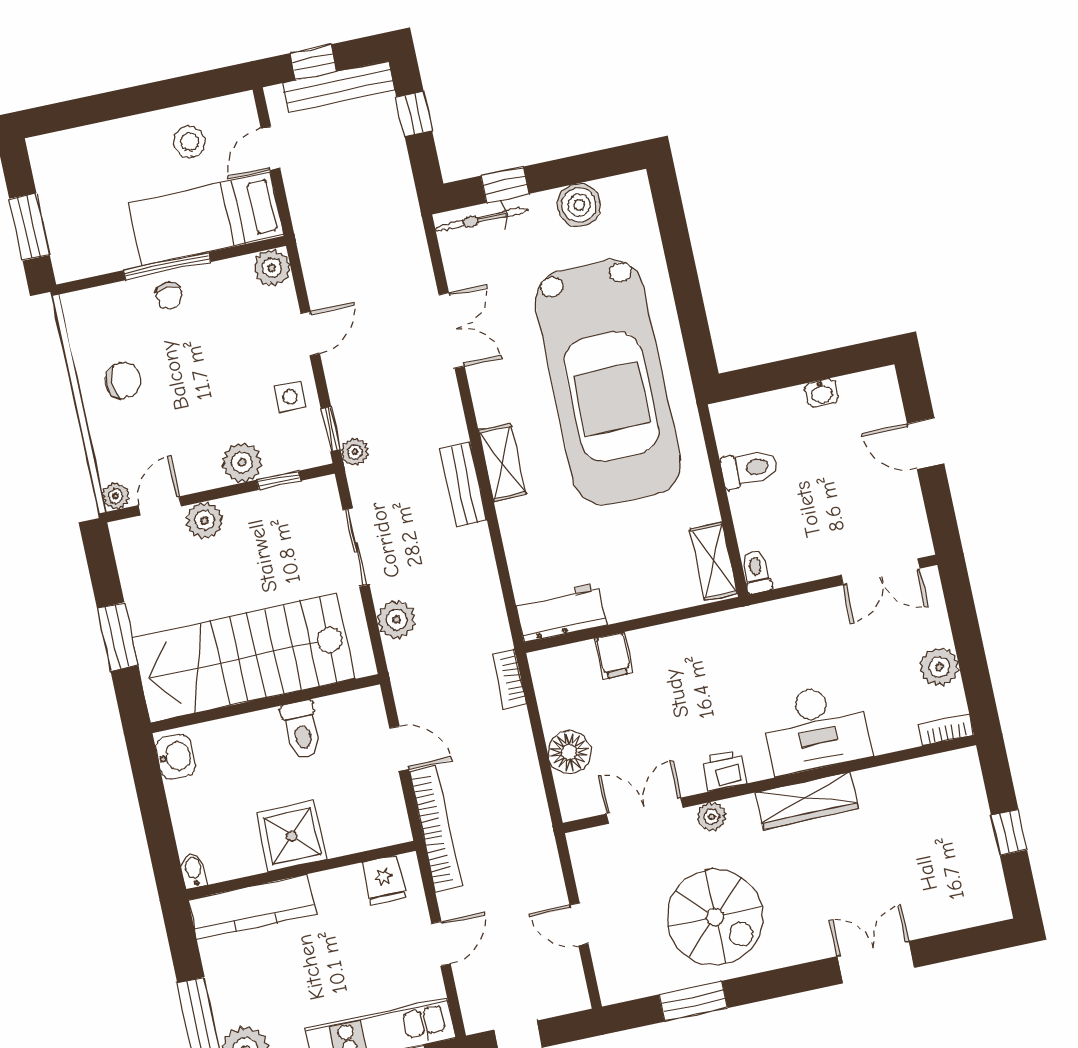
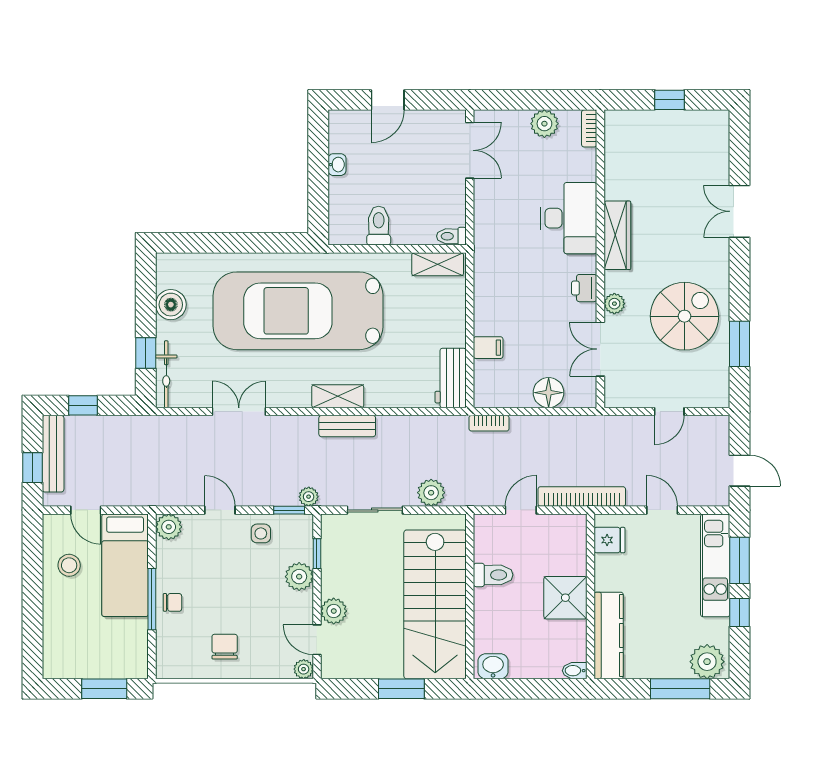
car: (608, 382) -> (298, 311), turned 180

